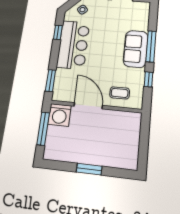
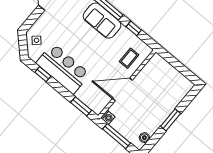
washing machine: (59, 115) -> (108, 117), width x0.53, depth x0.53
boiler: (57, 155) -> (144, 138), added

